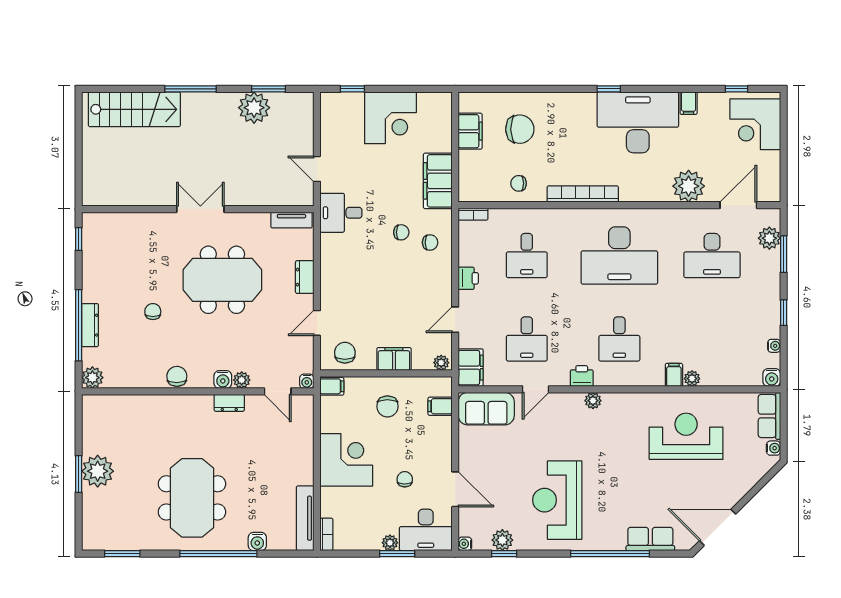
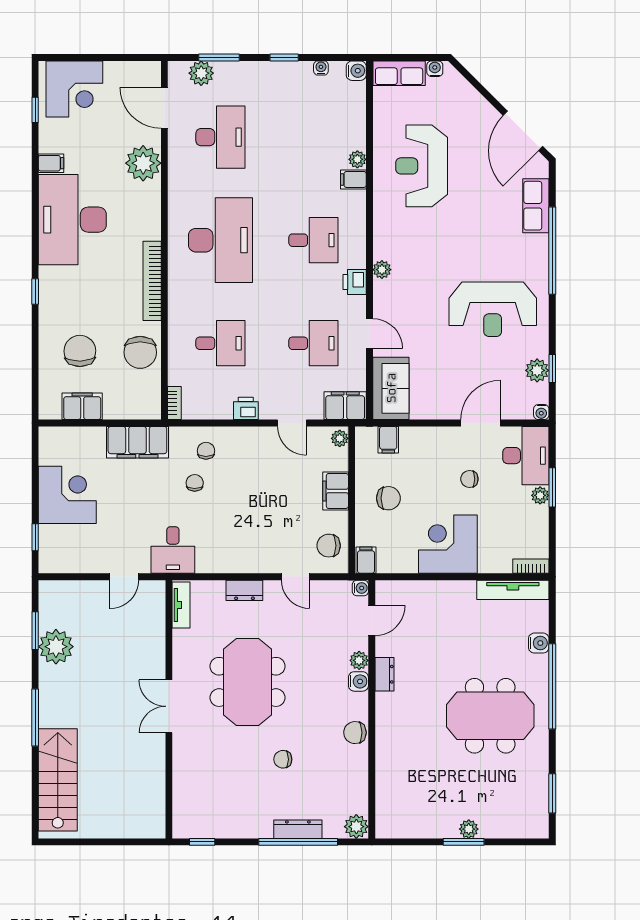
window: (609, 89) -> (35, 292), moved
chair: (519, 183) -> (140, 352), width x1.87, depth x1.87
plant: (98, 471) -> (469, 829), width x0.53, depth x0.53

